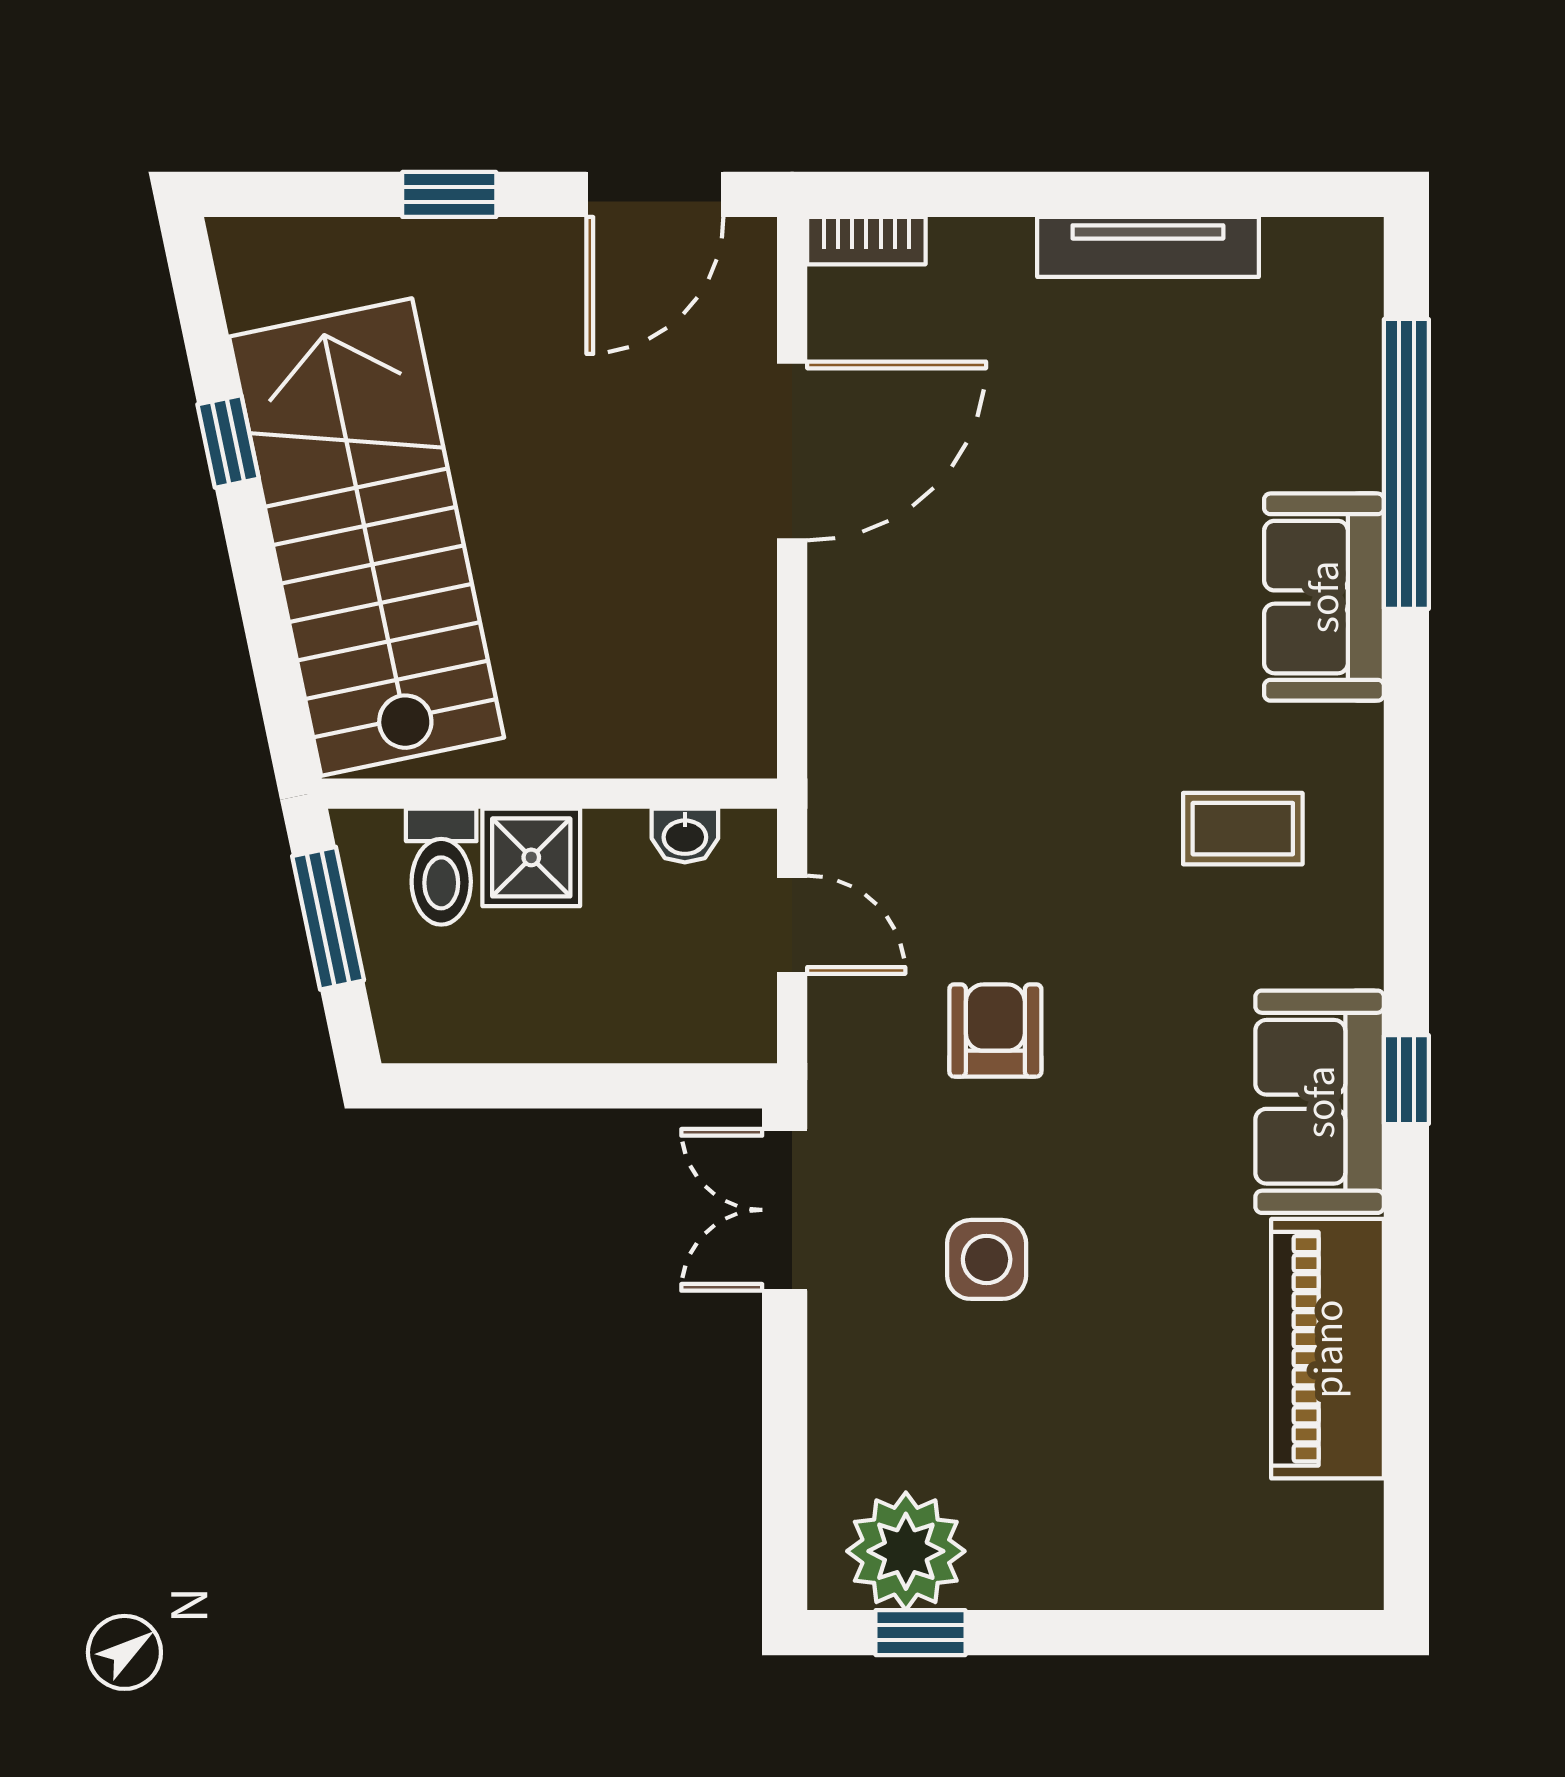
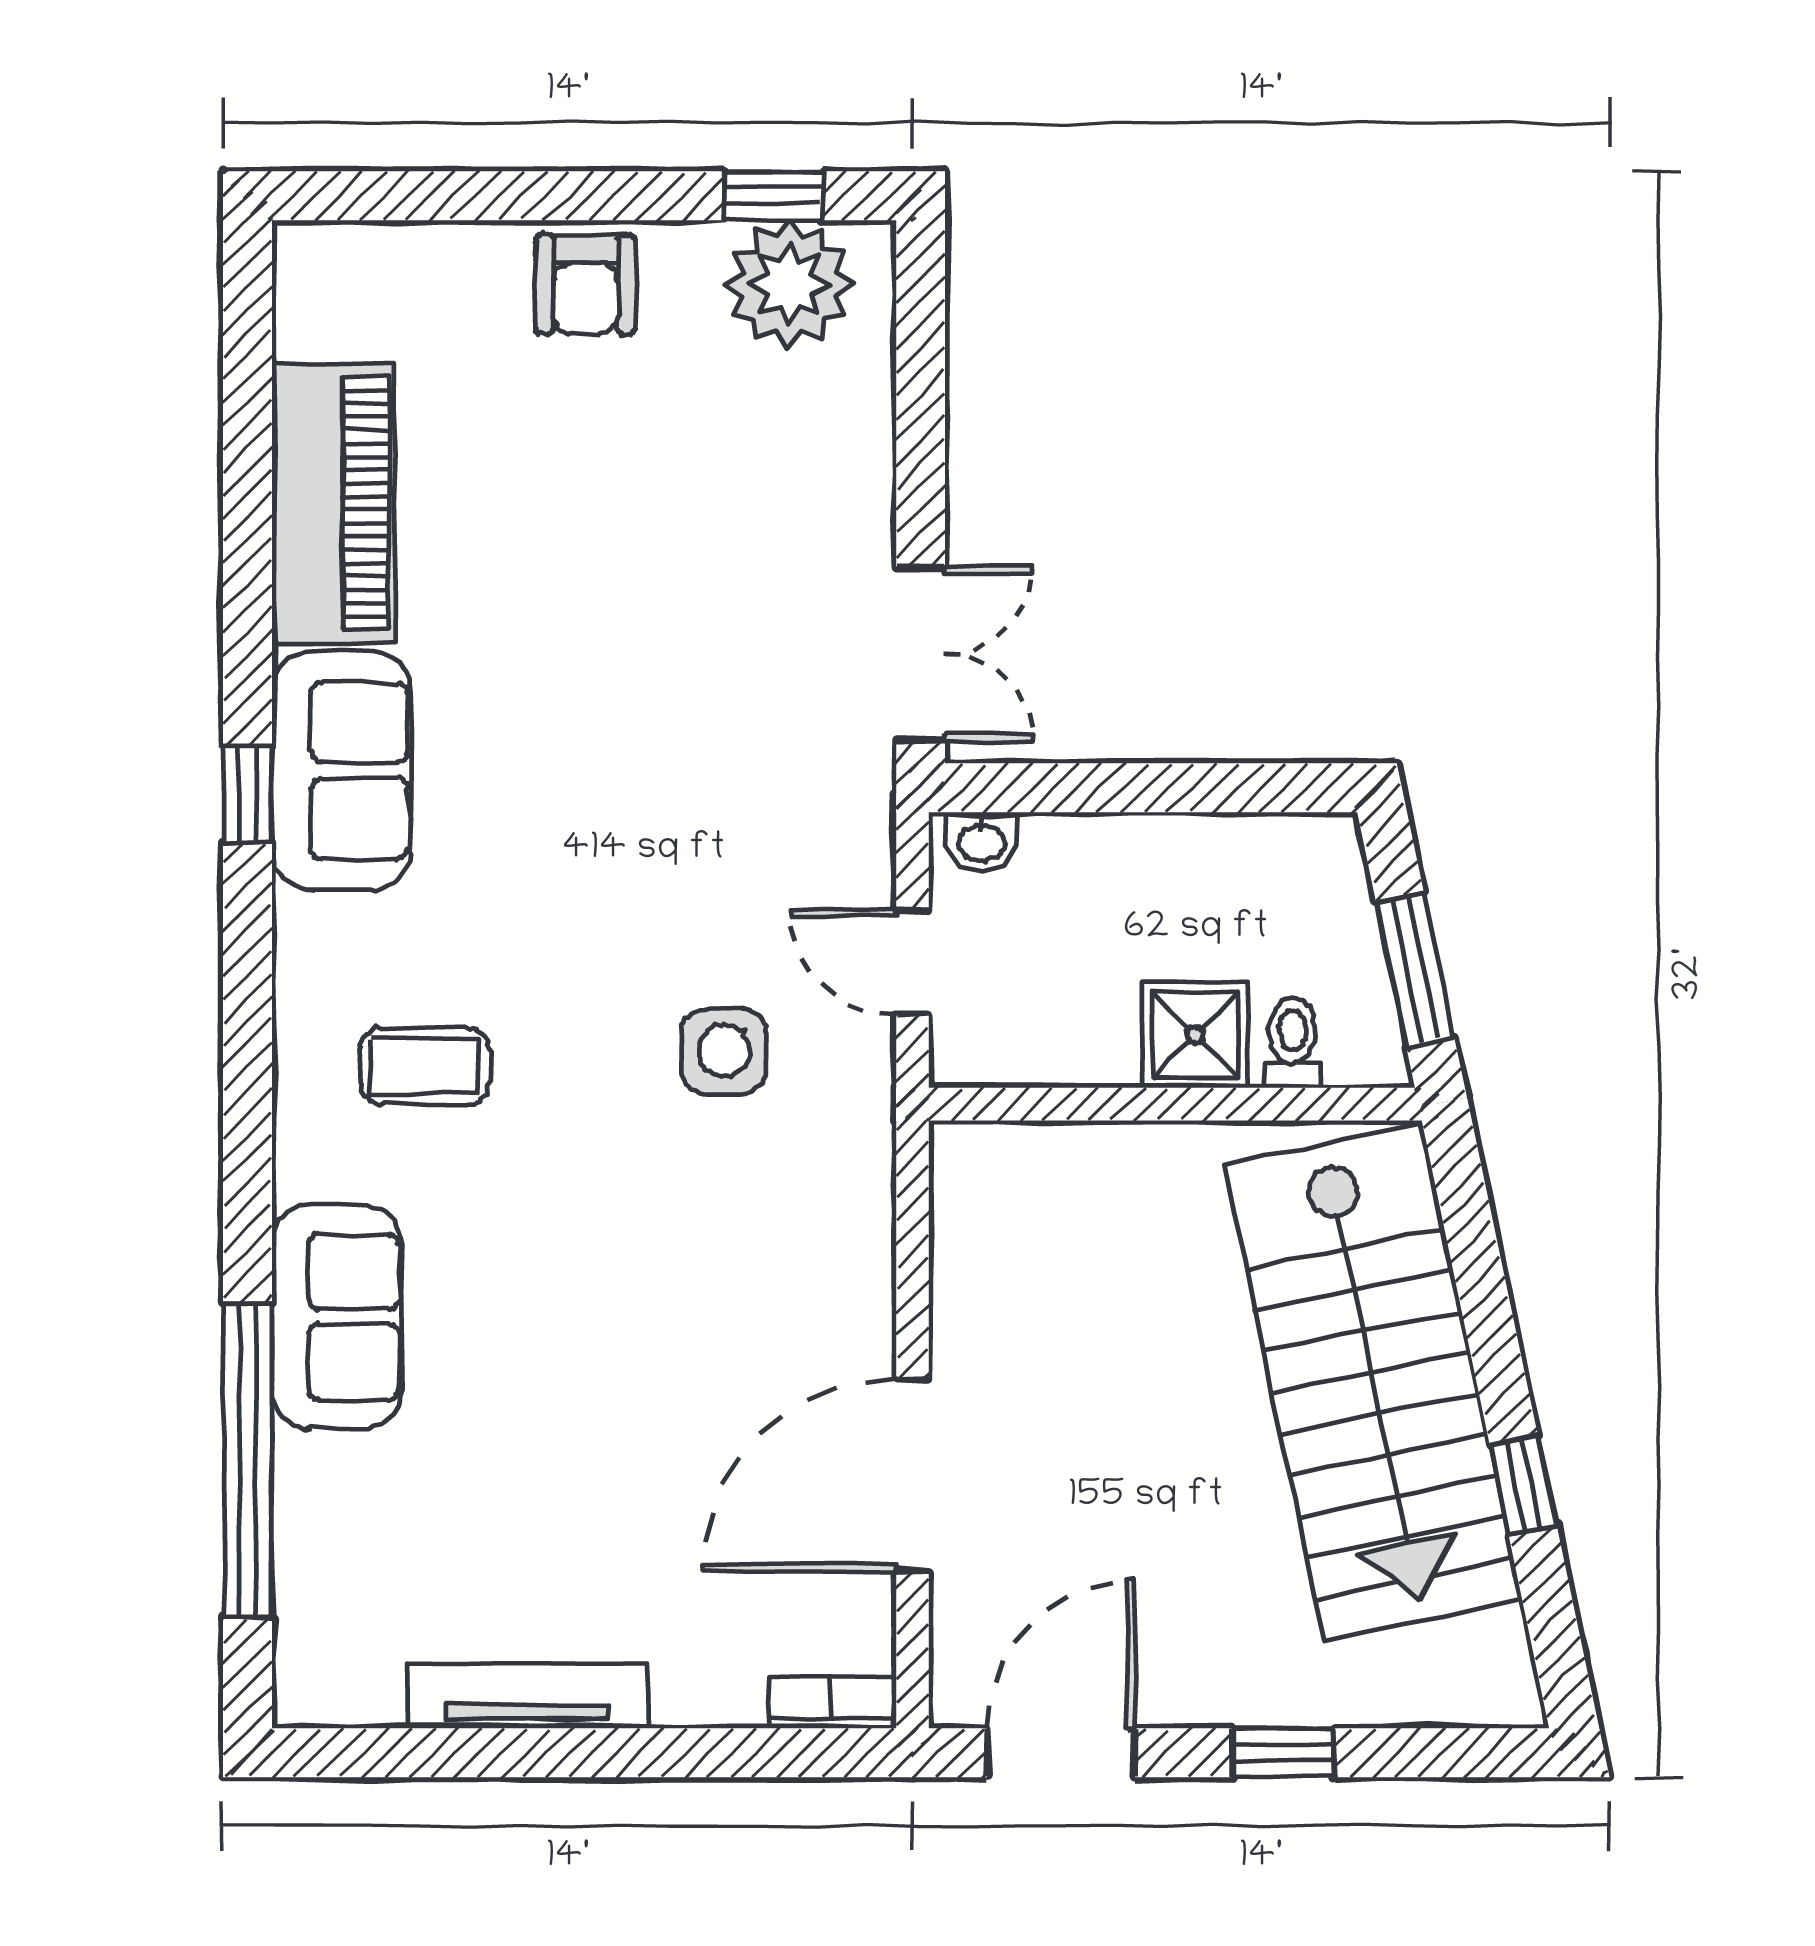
washbasin: (685, 836) -> (981, 841), moved, turned 180
toilet: (441, 867) -> (1292, 1043), width x0.73, depth x0.72
armchair: (995, 1030) -> (585, 284), moved
side table: (987, 1259) -> (724, 1051), moved

